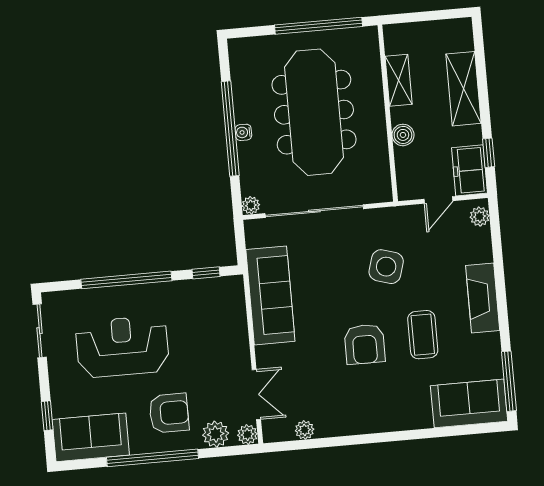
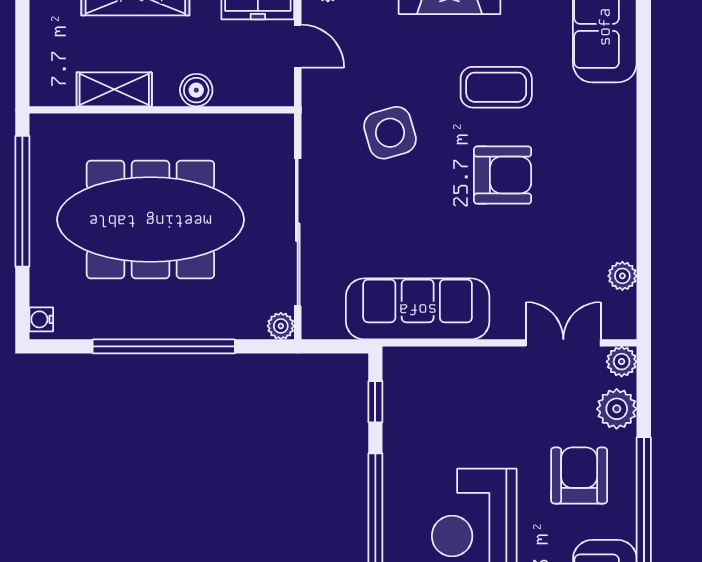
water cooler: (243, 132) -> (41, 319), moved, turned 90
side table: (386, 267) -> (390, 133), turned -33

